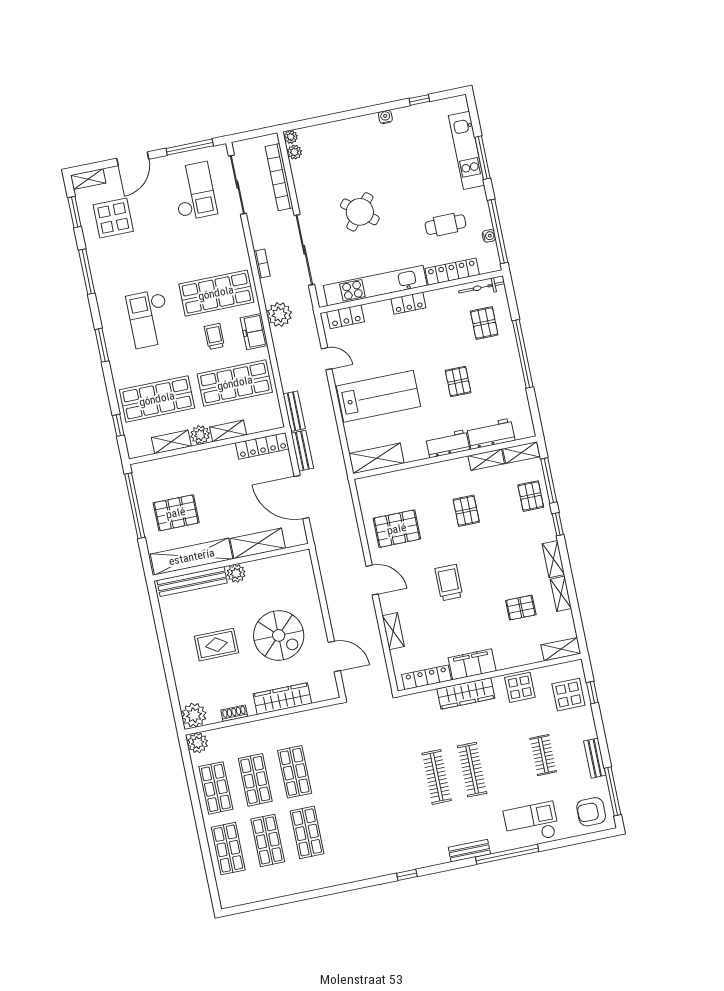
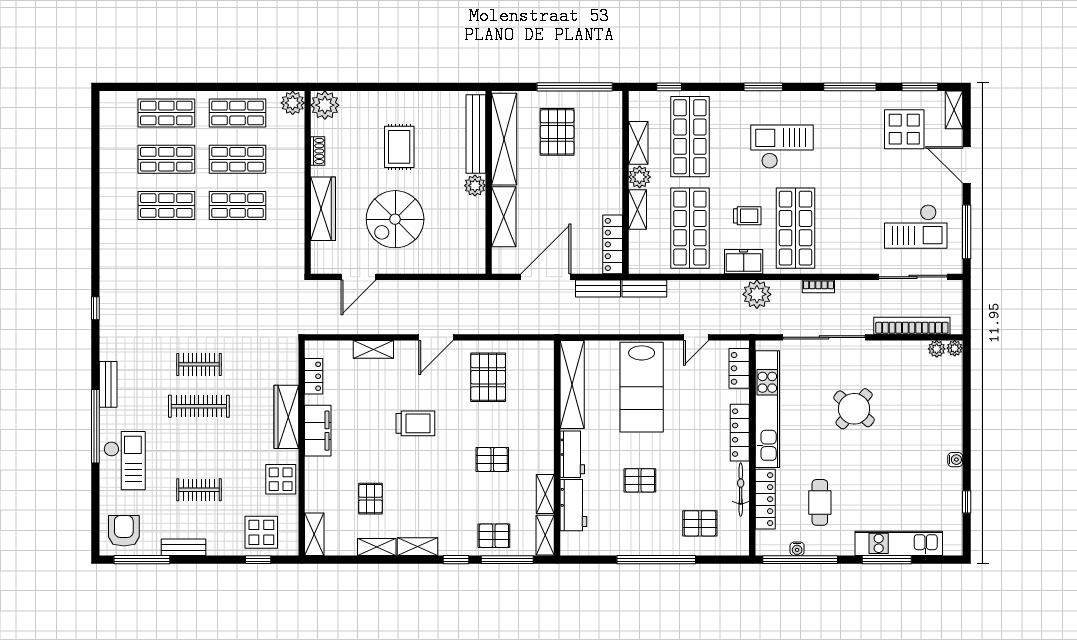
bicycle: (482, 287) -> (741, 490), moved
locker: (408, 303) -> (740, 433), width x1.53
shelving: (376, 458) -> (572, 385), width x1.47
locker: (427, 677) -> (314, 376), width x0.66
clothes rail: (437, 777) -> (199, 364), width x0.73

